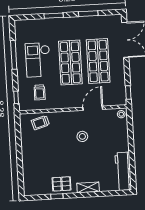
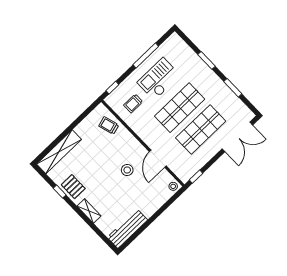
door: (93, 108) -> (158, 159), swing flipped
shelving: (29, 173) -> (59, 152), added

